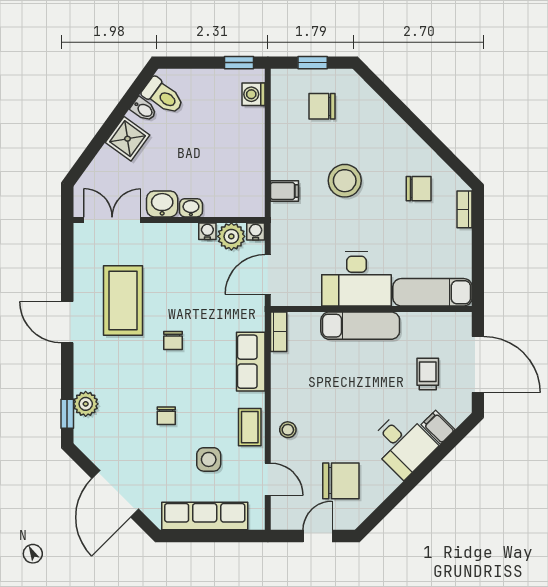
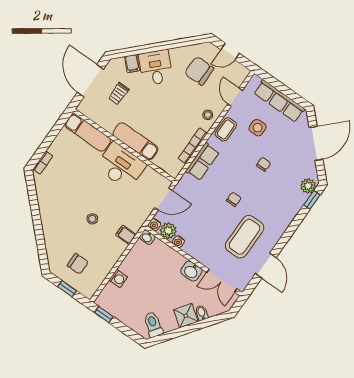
washing machine: (254, 94) -> (118, 278), moved
bidet: (144, 109) -> (202, 313), moved
stool: (345, 181) -> (92, 219), width x0.53, depth x0.53
chair: (419, 189) -> (58, 189), removed
washbasin: (191, 208) -> (147, 237), moved
door: (67, 322) -> (266, 266), moved
bookcase: (279, 332) -> (193, 146), moved, width x1.56
plant: (86, 404) -> (308, 186), moved

